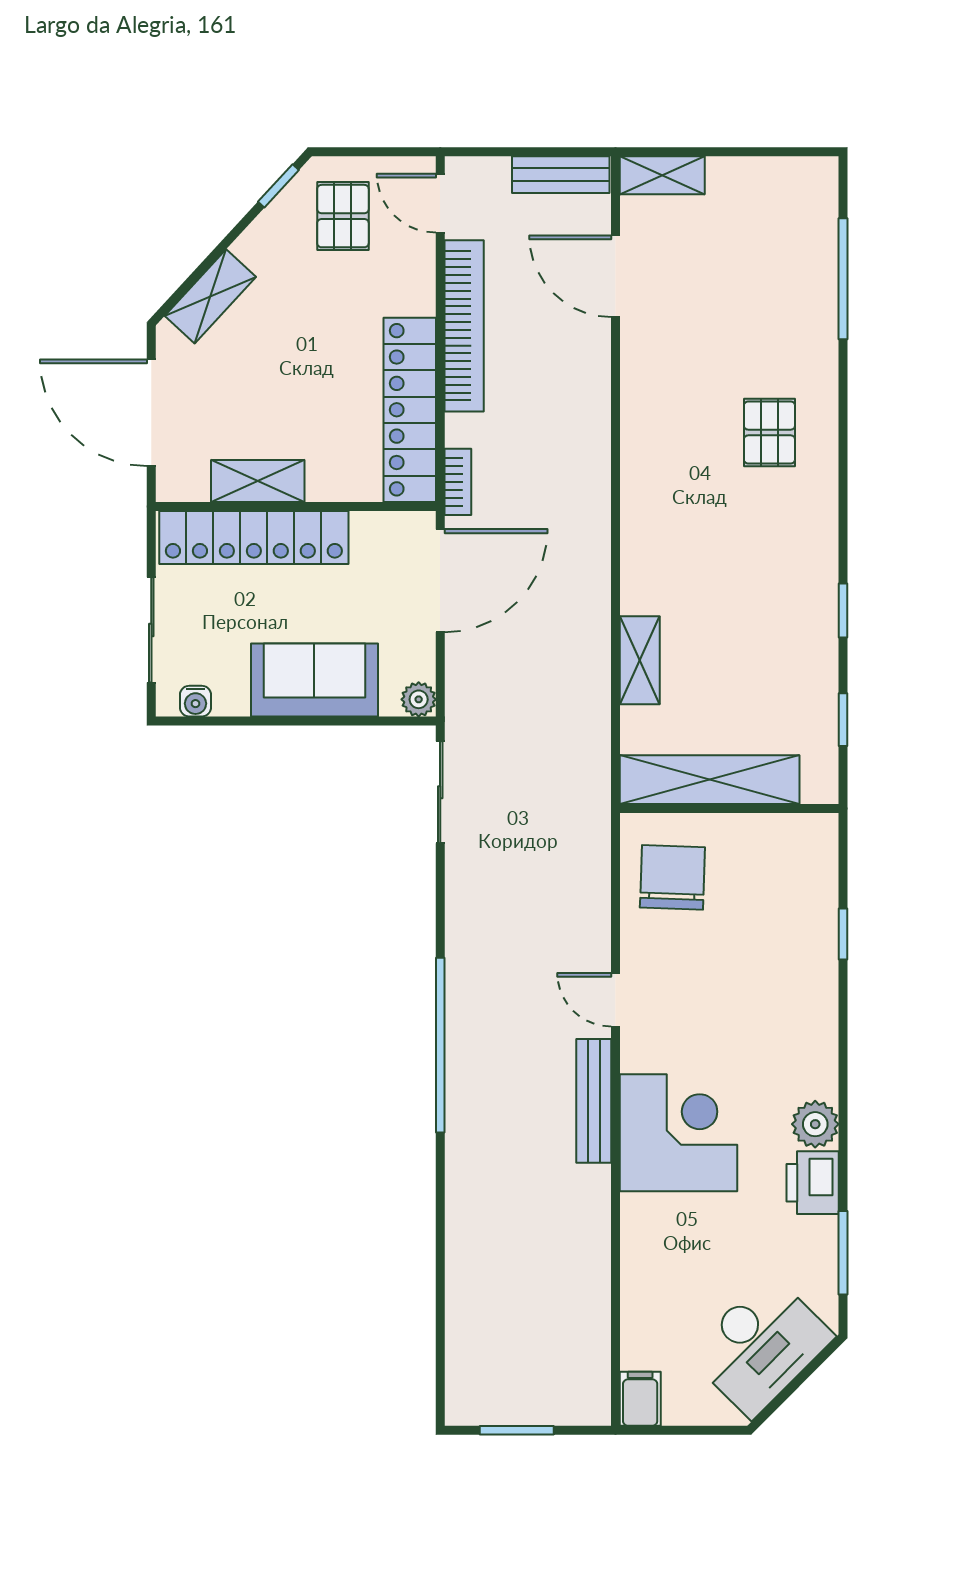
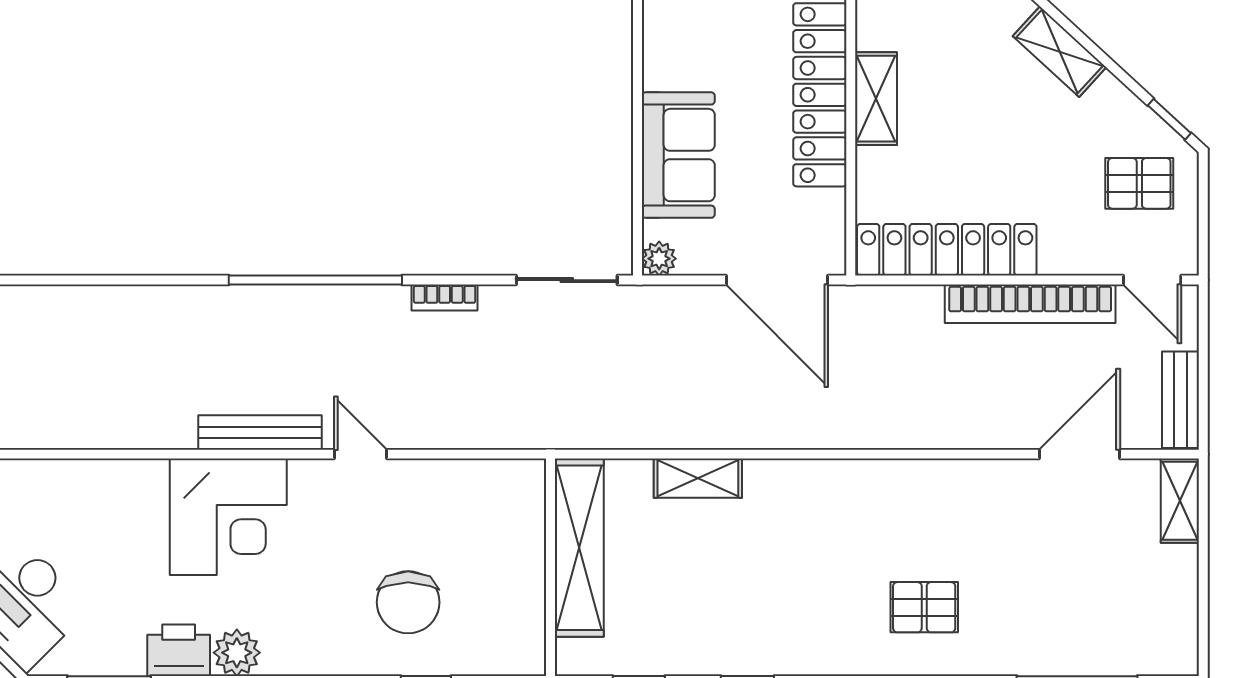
door: (440, 203) -> (1152, 280), swing flipped
bookcase: (458, 482) -> (445, 298), moved
water cooler: (195, 701) -> (657, 37), removed
chair: (672, 877) -> (408, 602), moved, turned 88
door: (615, 1000) -> (360, 454), hinge flipped

